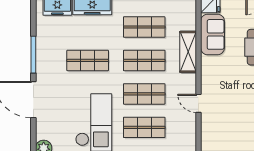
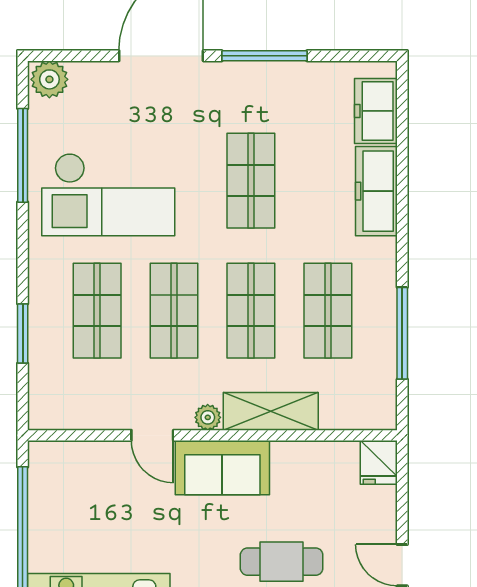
sofa: (213, 34) -> (222, 468), moved
plant: (191, 79) -> (208, 417), added
door: (198, 103) -> (152, 435), swing flipped

